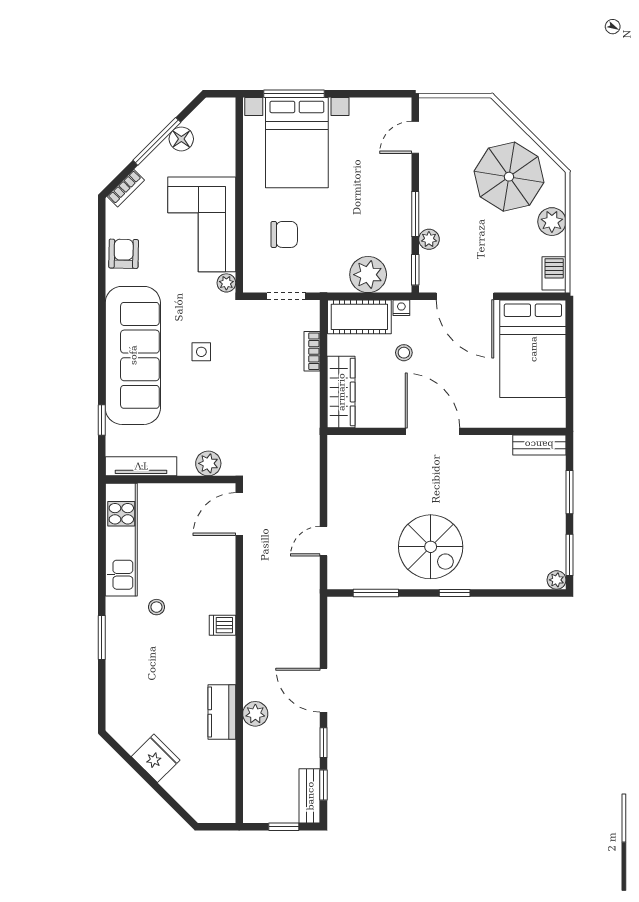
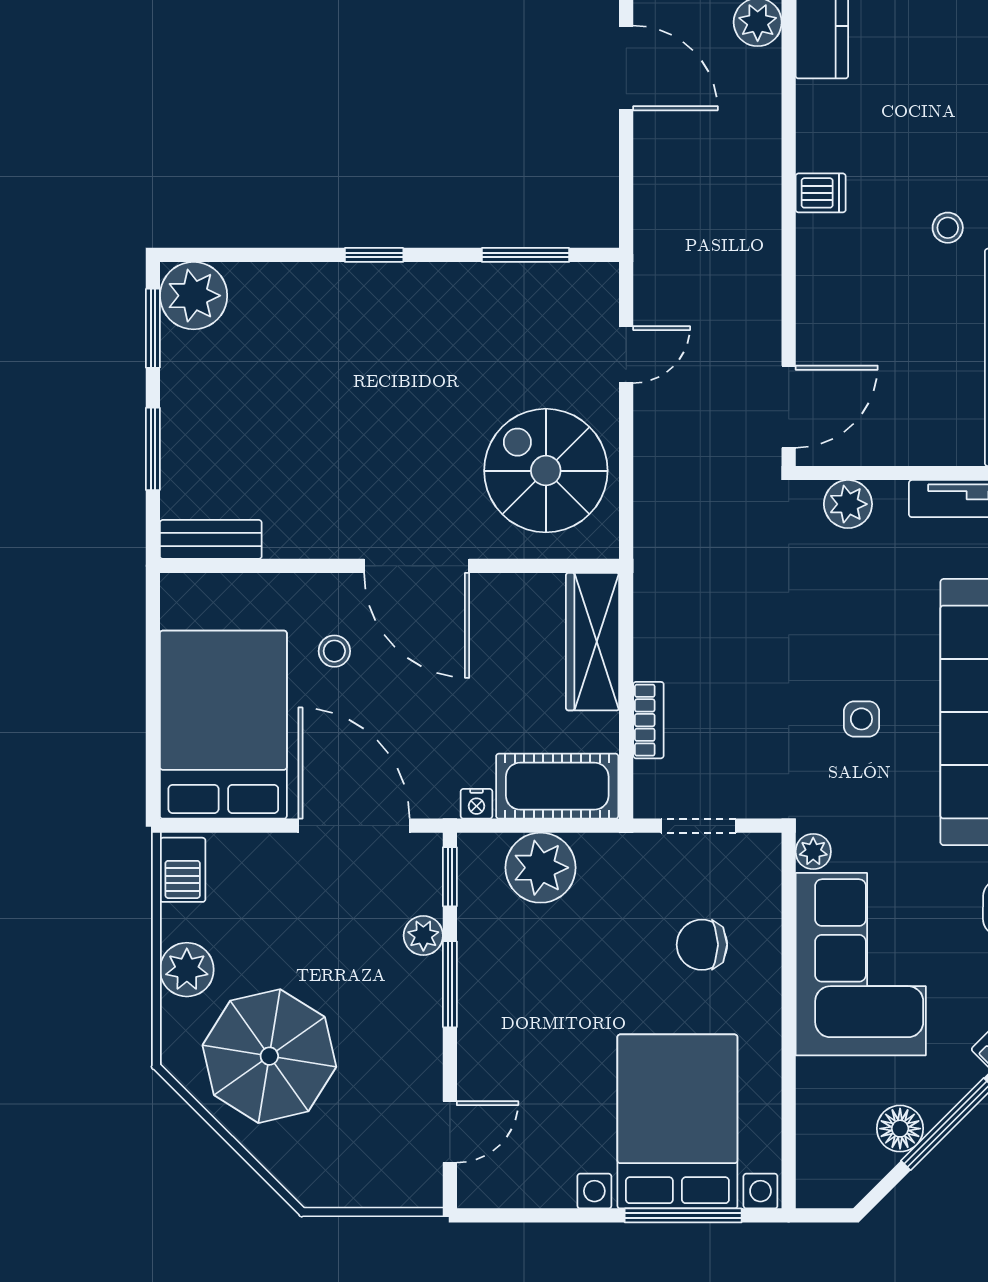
stool: (404, 353) -> (334, 651), moved
spiral stairs: (431, 547) -> (546, 471), moved
plant: (557, 580) -> (194, 296), width x1.88, depth x1.88

